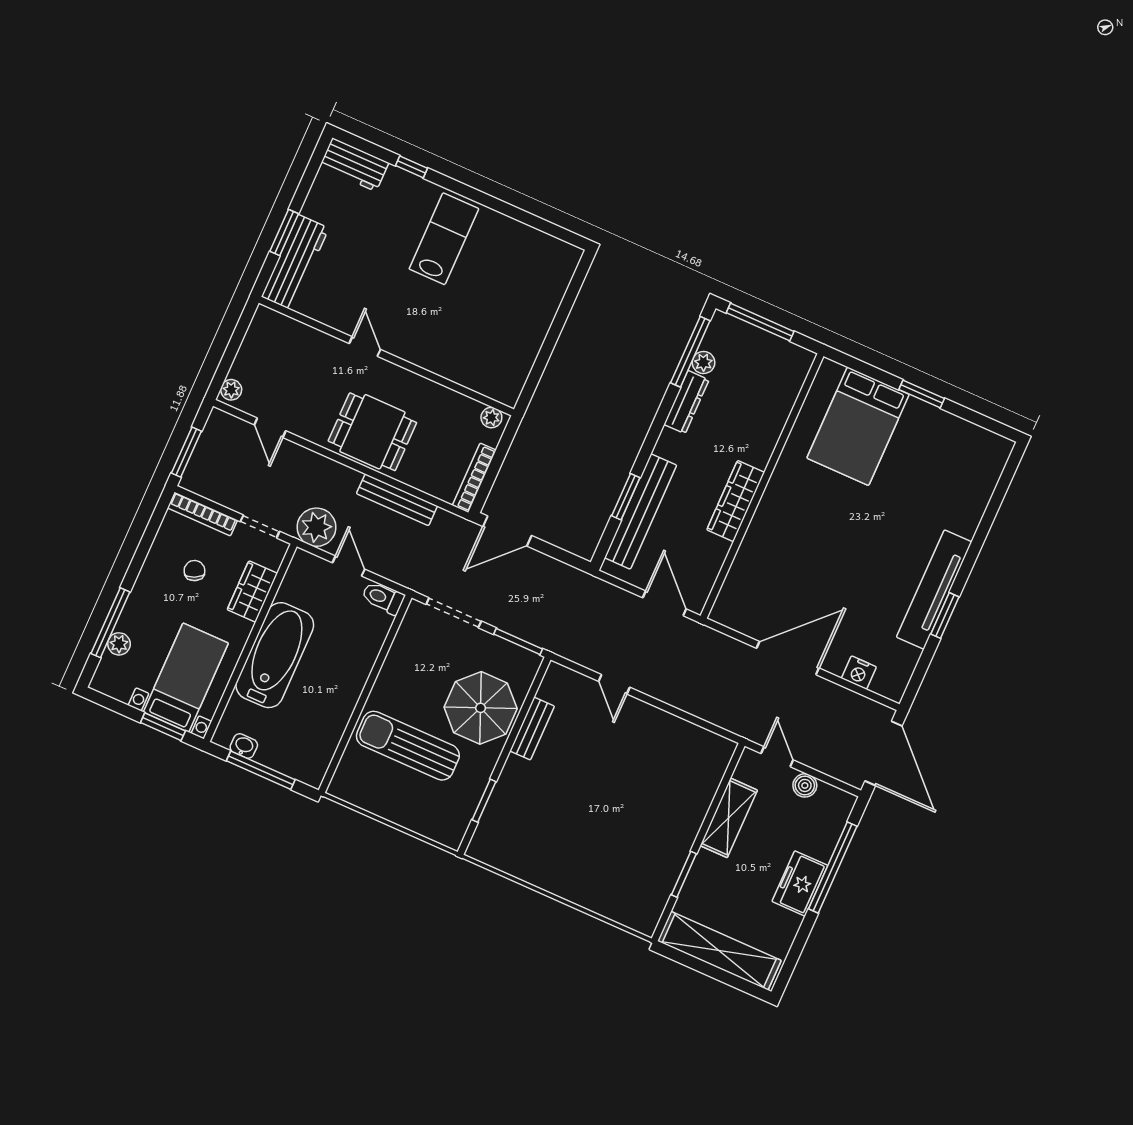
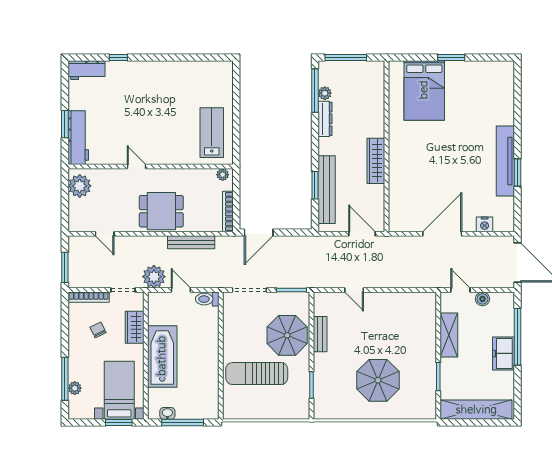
lab bench: (444, 239) -> (212, 133), moved
plant: (231, 390) -> (80, 186), moved, width x1.88, depth x1.88
parasol: (589, 839) -> (378, 380), added

